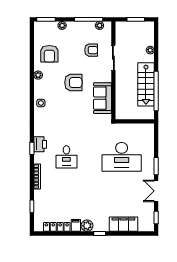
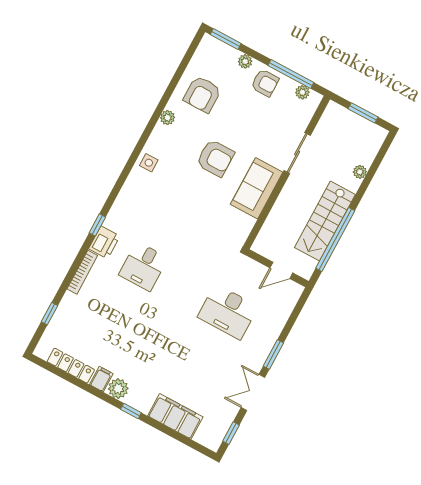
armchair: (91, 50) -> (265, 83), moved
sofa: (102, 98) -> (257, 188), moved
door: (137, 121) -> (281, 270), added
printer: (40, 144) -> (104, 242), moved
desk: (122, 157) -> (228, 312), width x0.73, depth x0.77

